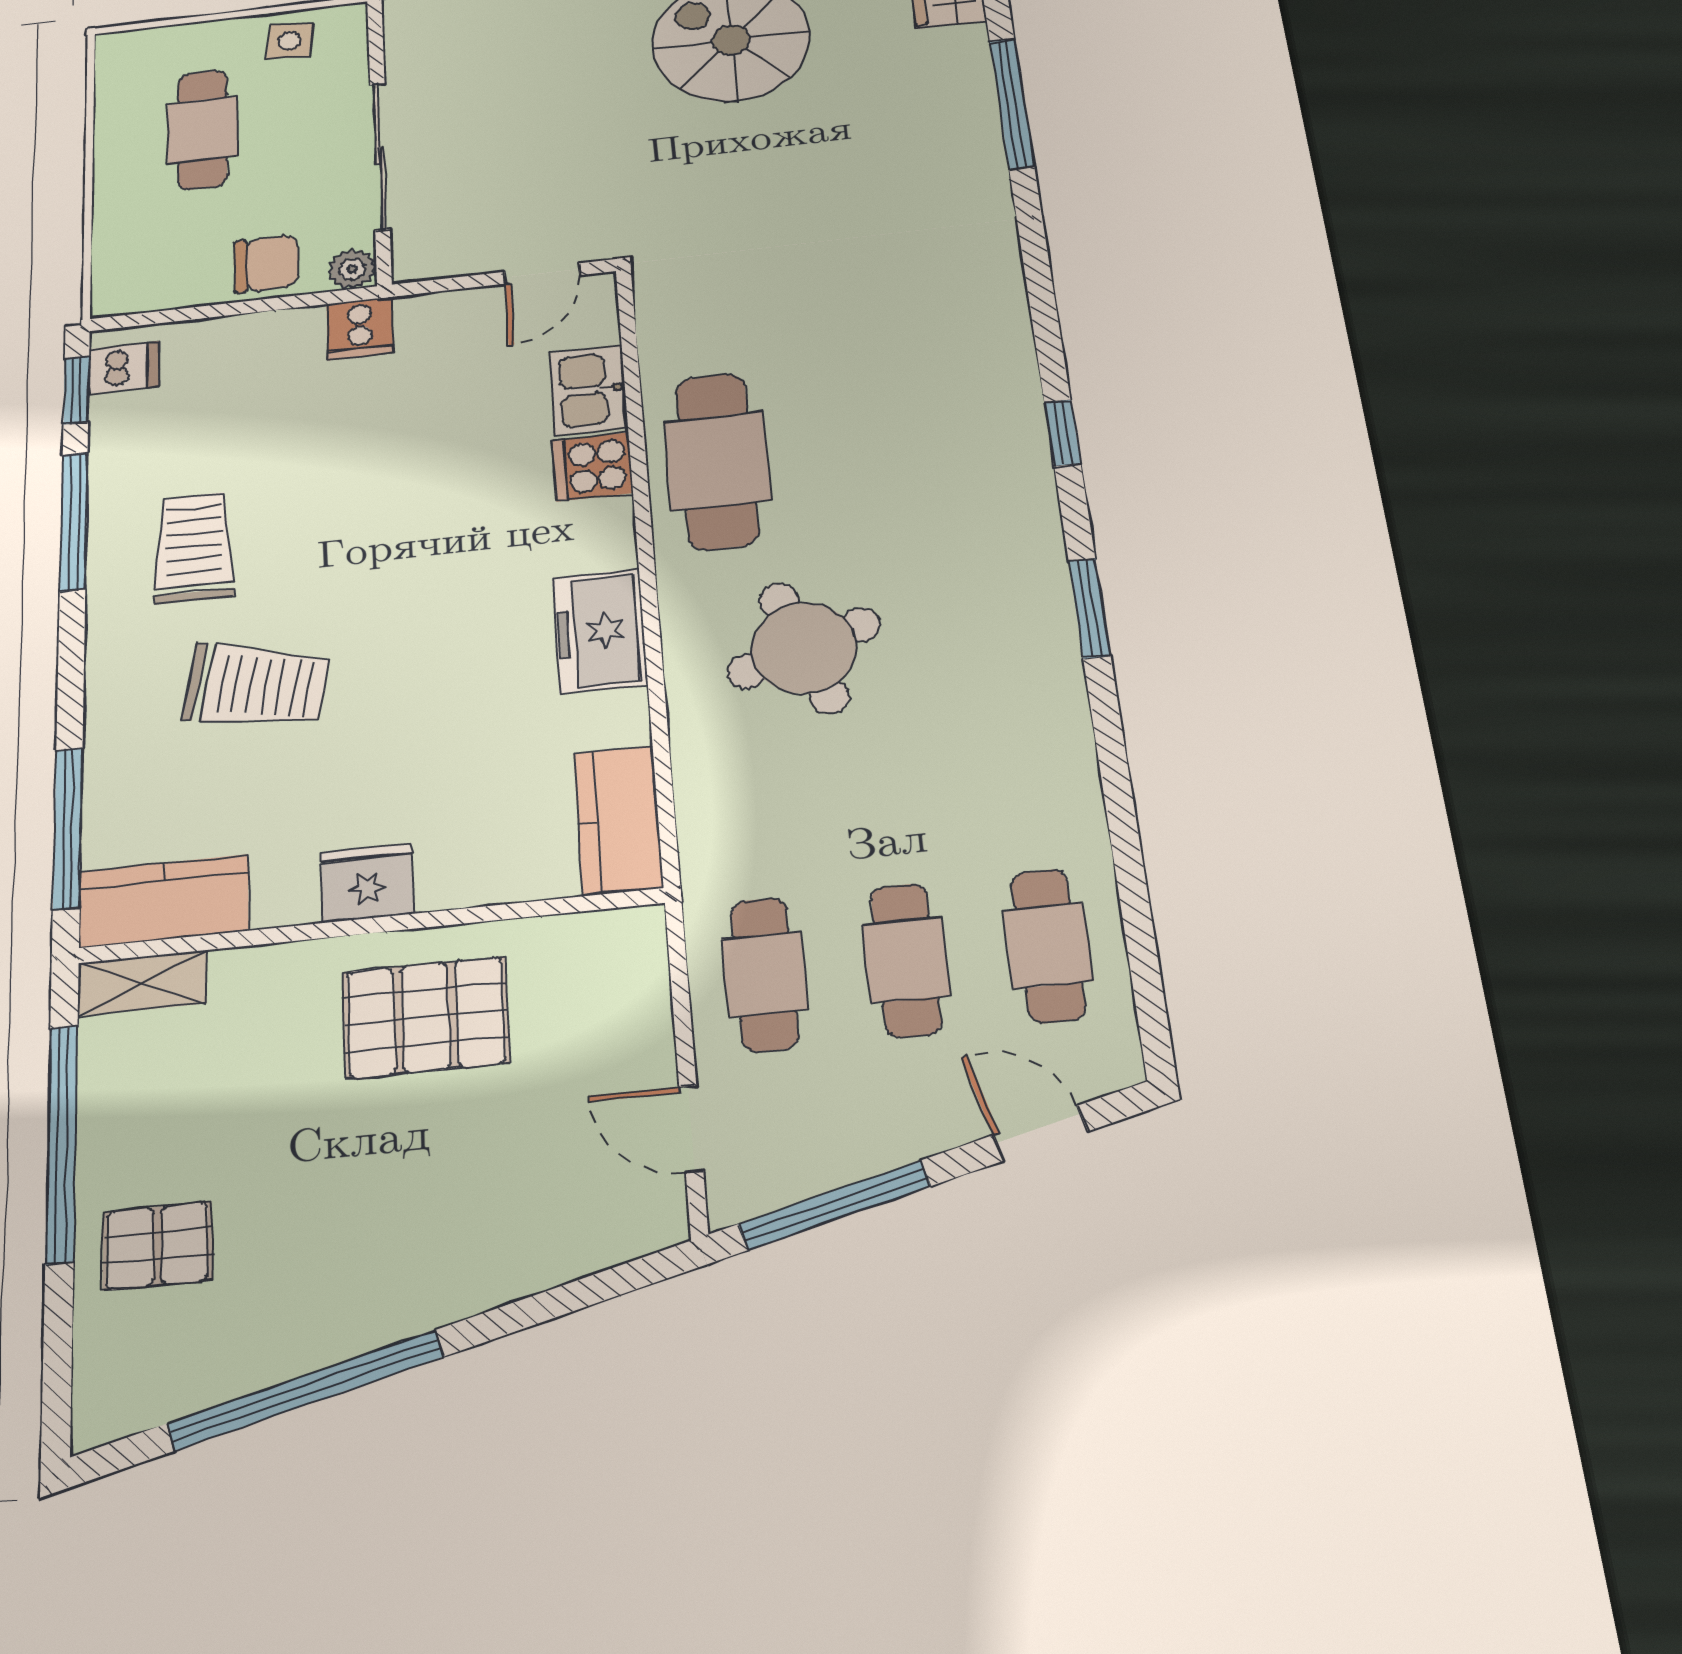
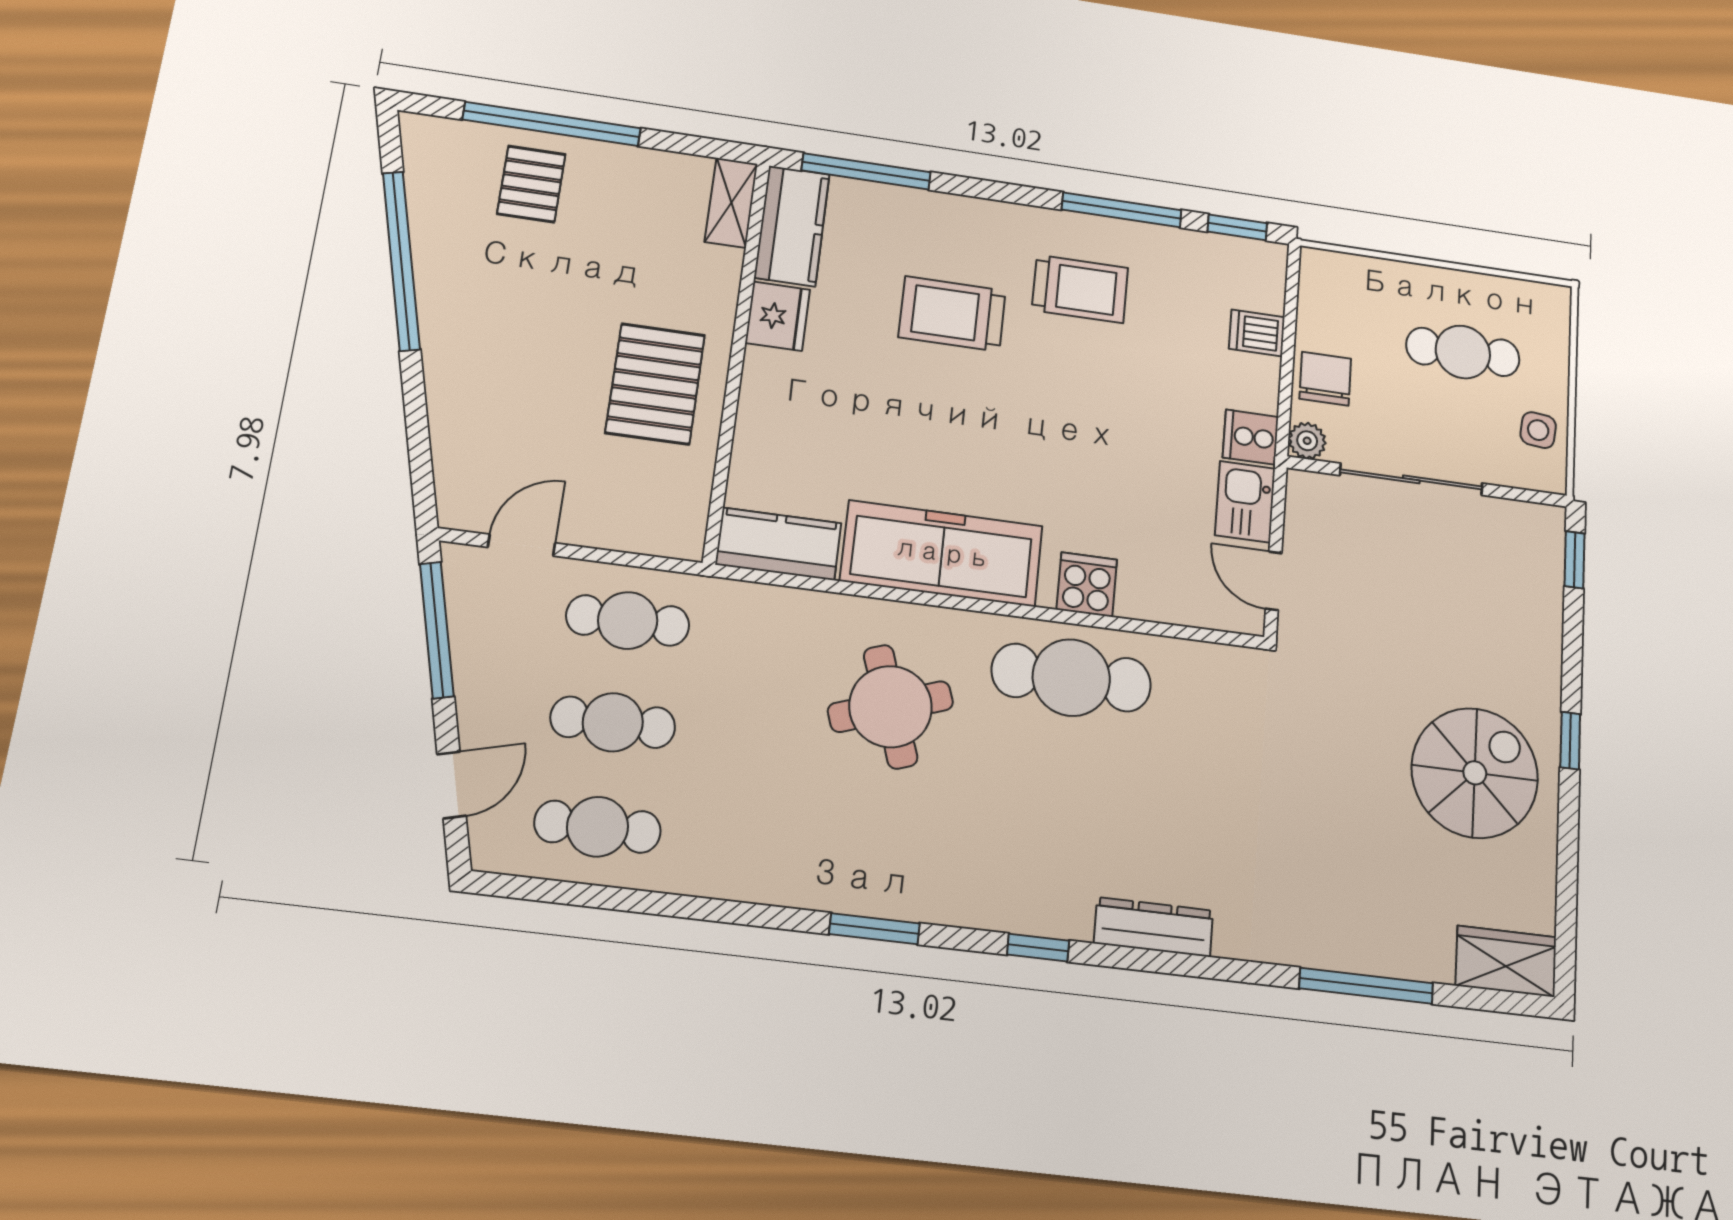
chair: (266, 264) -> (1325, 379), turned 180
dresser: (1003, 321) -> (1154, 927), added
dishwasher: (124, 368) -> (1257, 333), moved, turned 90
kitchen sink: (588, 390) -> (1245, 502), moved, turned -90
freezer: (600, 631) -> (942, 553), width x1.91, depth x1.26
trolley: (256, 685) -> (952, 314), turned 79
fridge: (367, 883) -> (778, 316), moved
window: (62, 1143) -> (552, 124), moved

